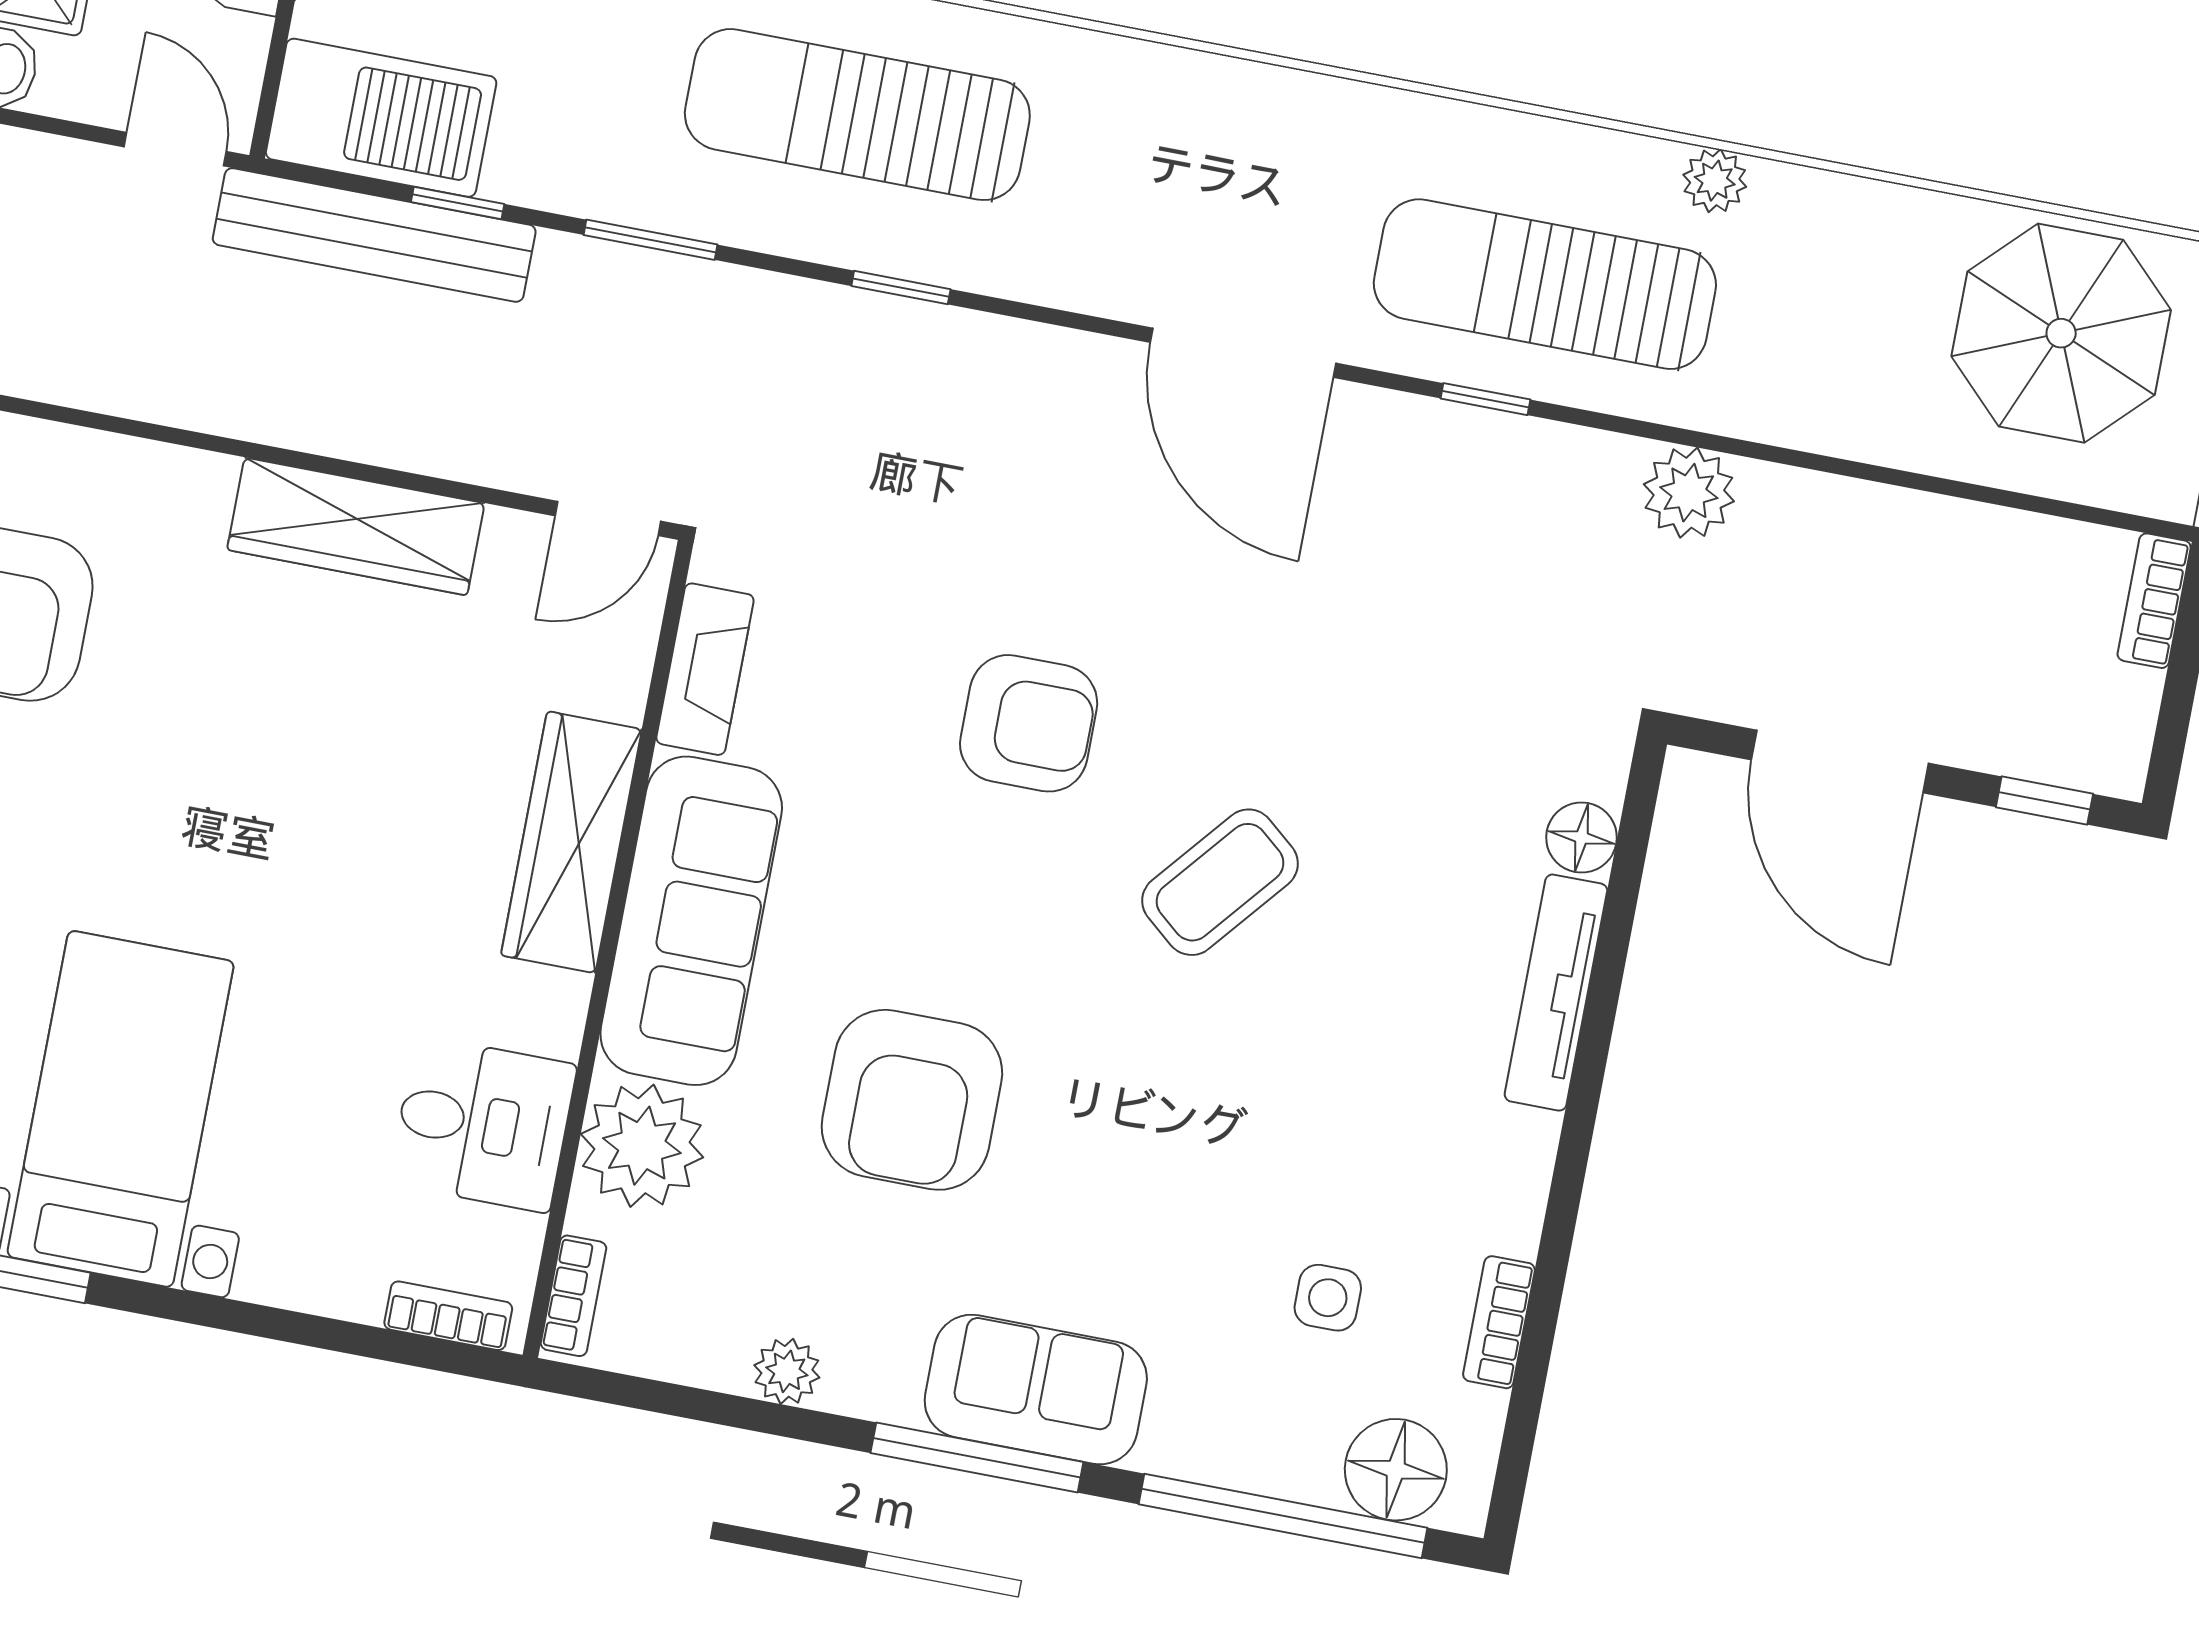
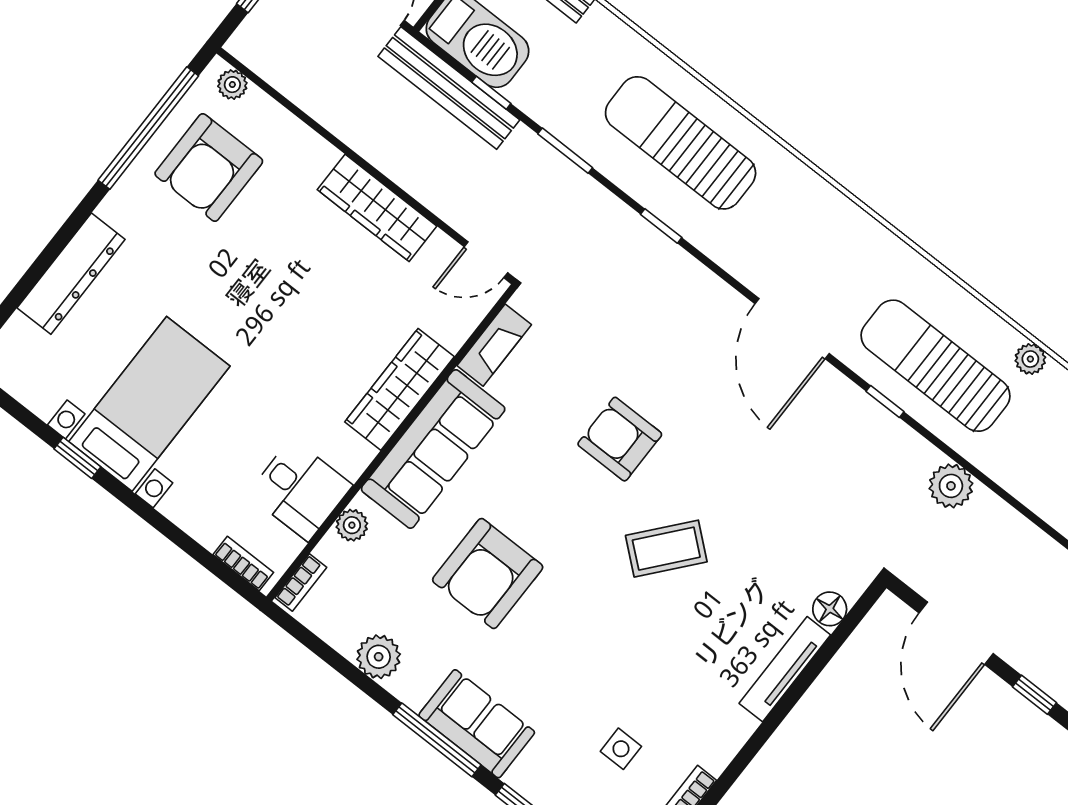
armchair: (1029, 723) -> (620, 439), turned 180
plant: (642, 1146) -> (352, 525), width x0.53, depth x0.53
plant: (787, 1371) -> (379, 657), width x1.38, depth x1.38

